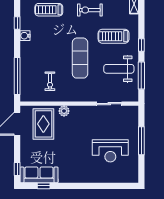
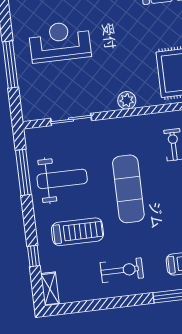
window: (141, 45) -> (34, 256), moved
plant: (64, 111) -> (127, 100), moved

